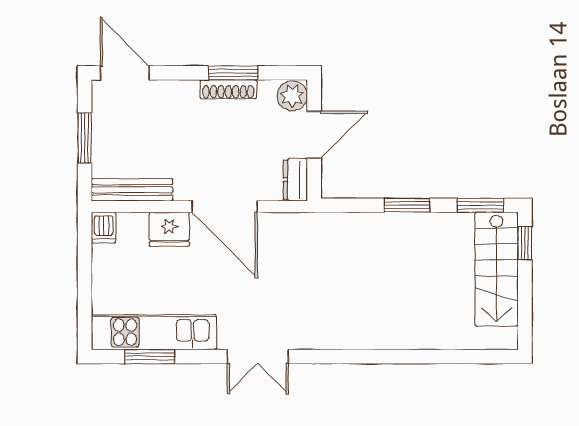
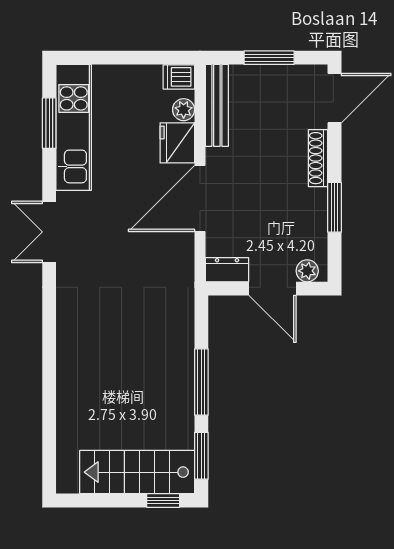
shoe rack: (228, 89) -> (318, 158), moved
plant: (292, 96) -> (307, 271), width x0.73, depth x0.73
window: (407, 205) -> (201, 382), width x1.44
plant: (136, 223) -> (184, 110), added

